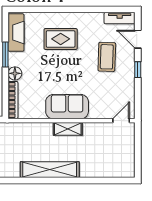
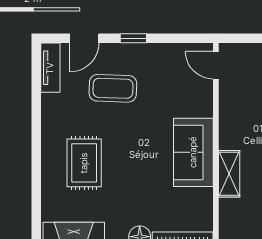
shelving: (68, 129) -> (229, 174), moved

